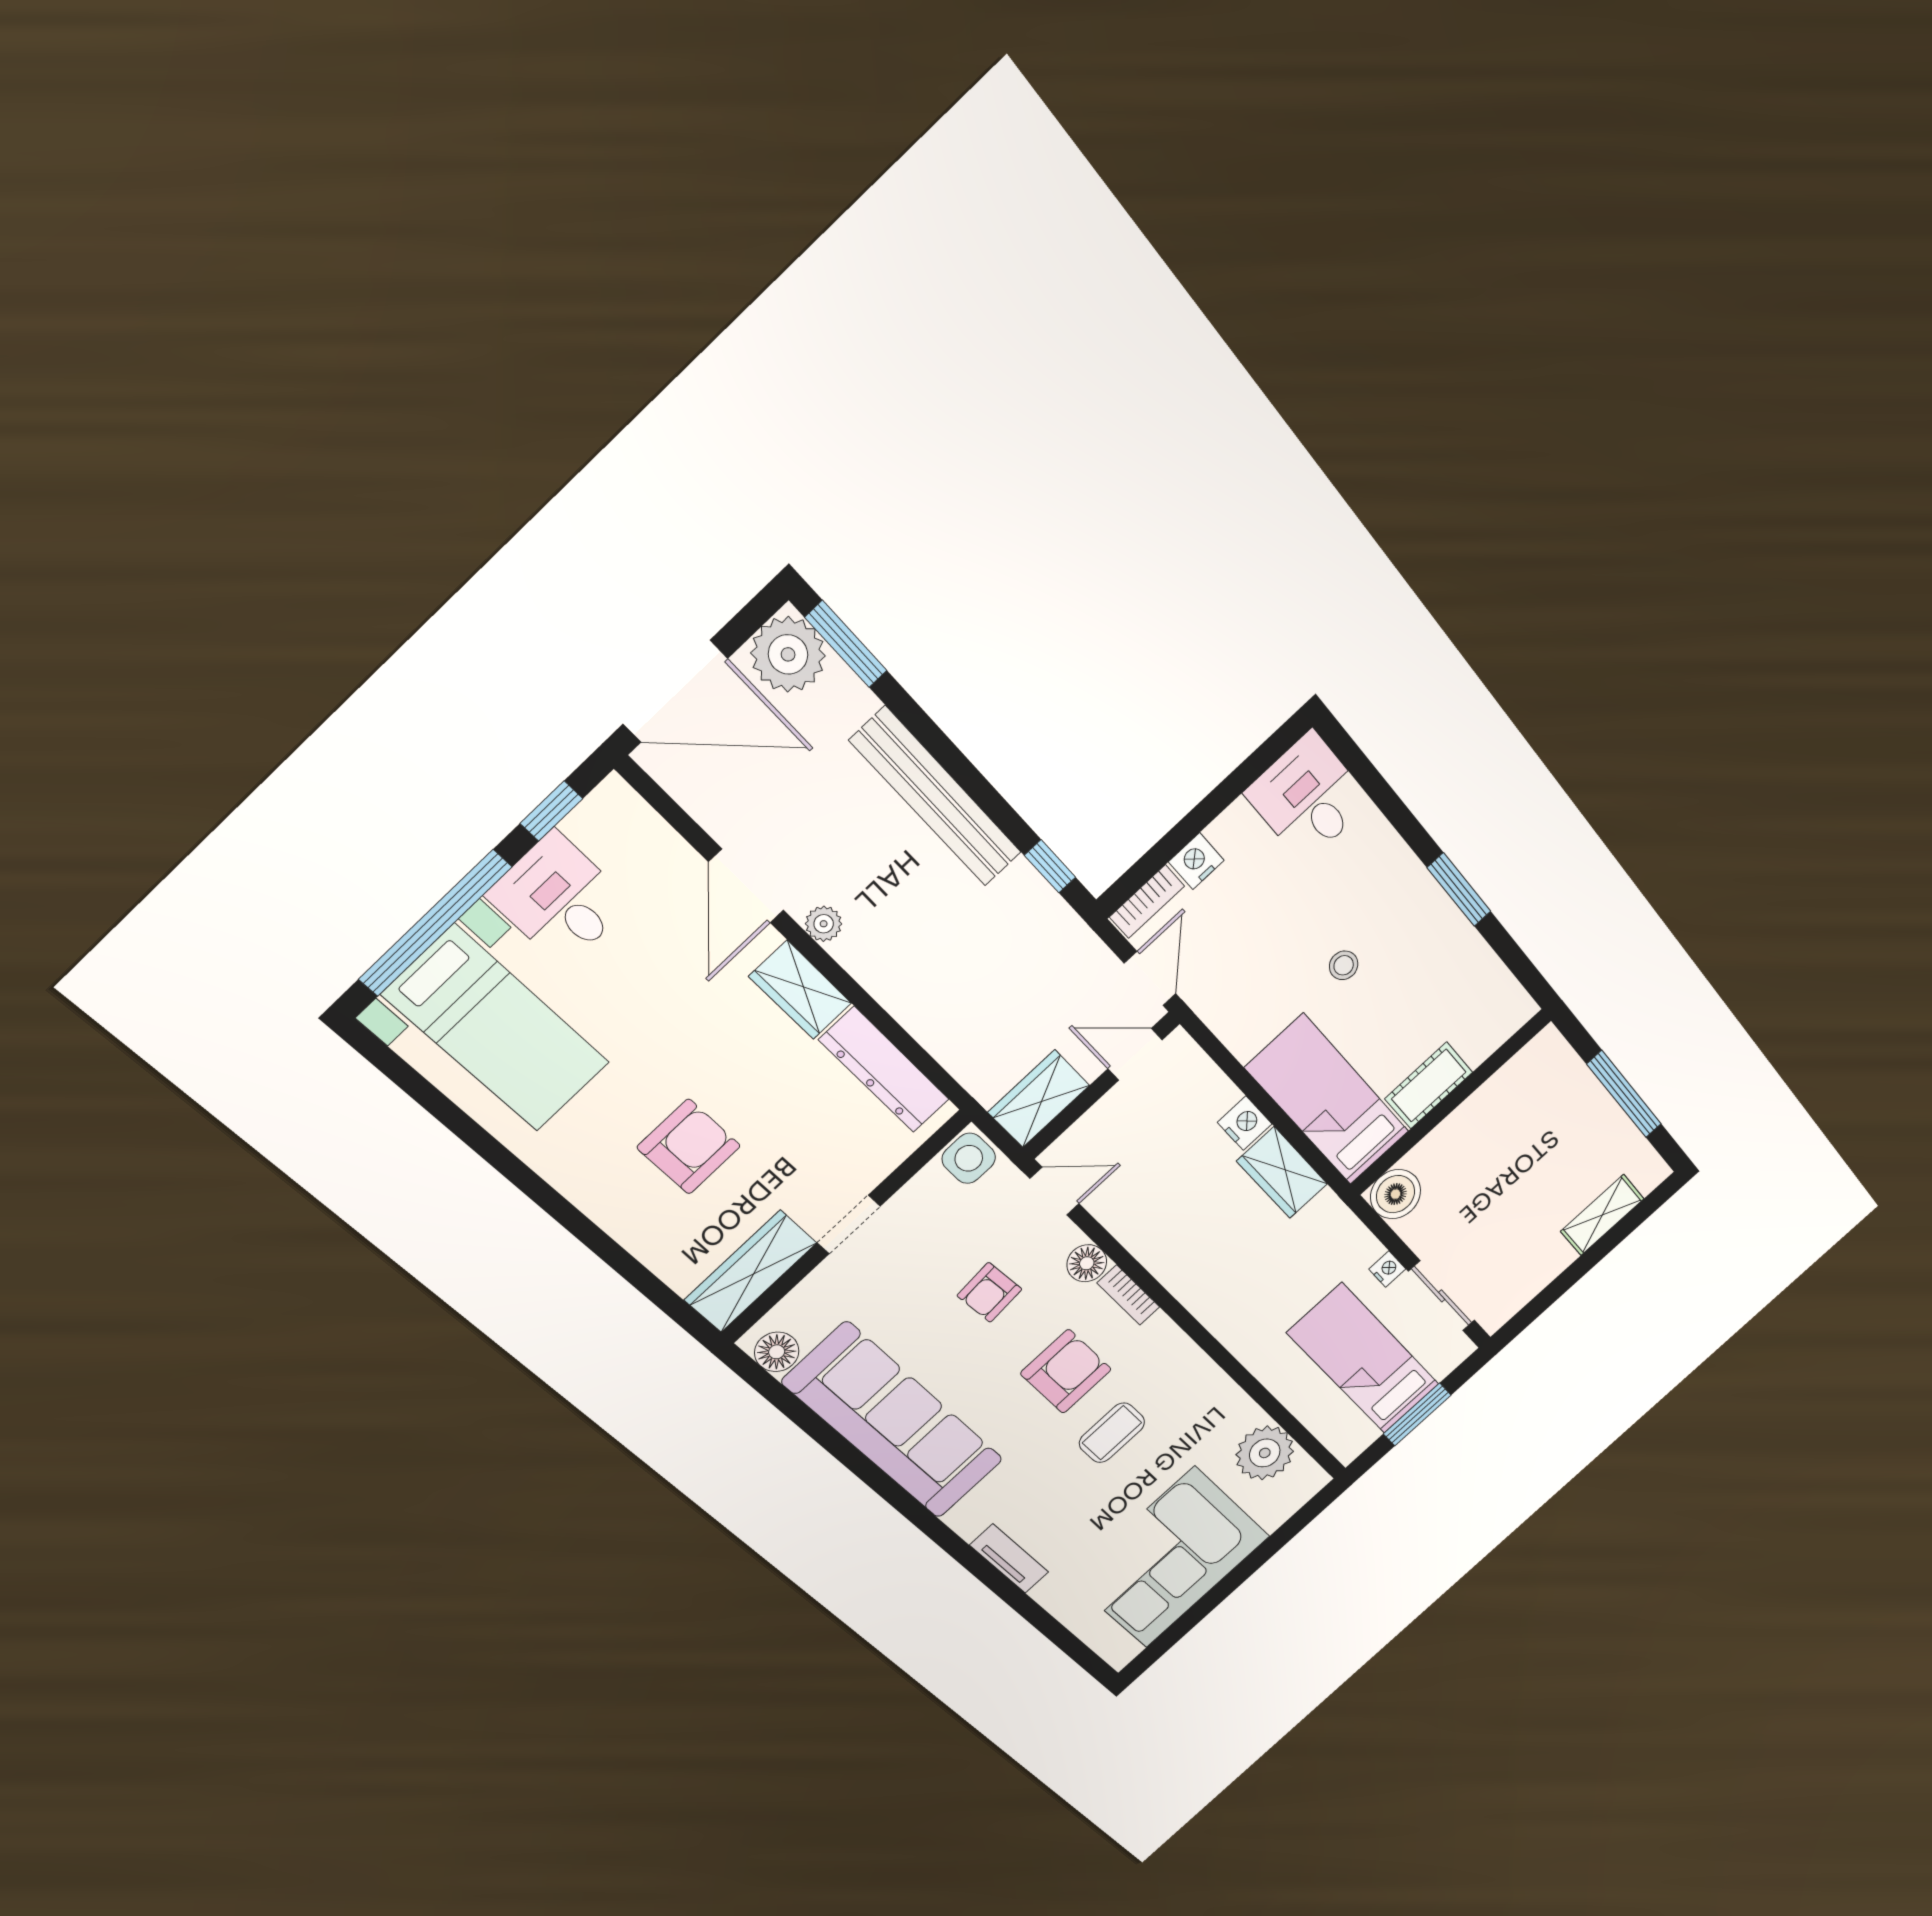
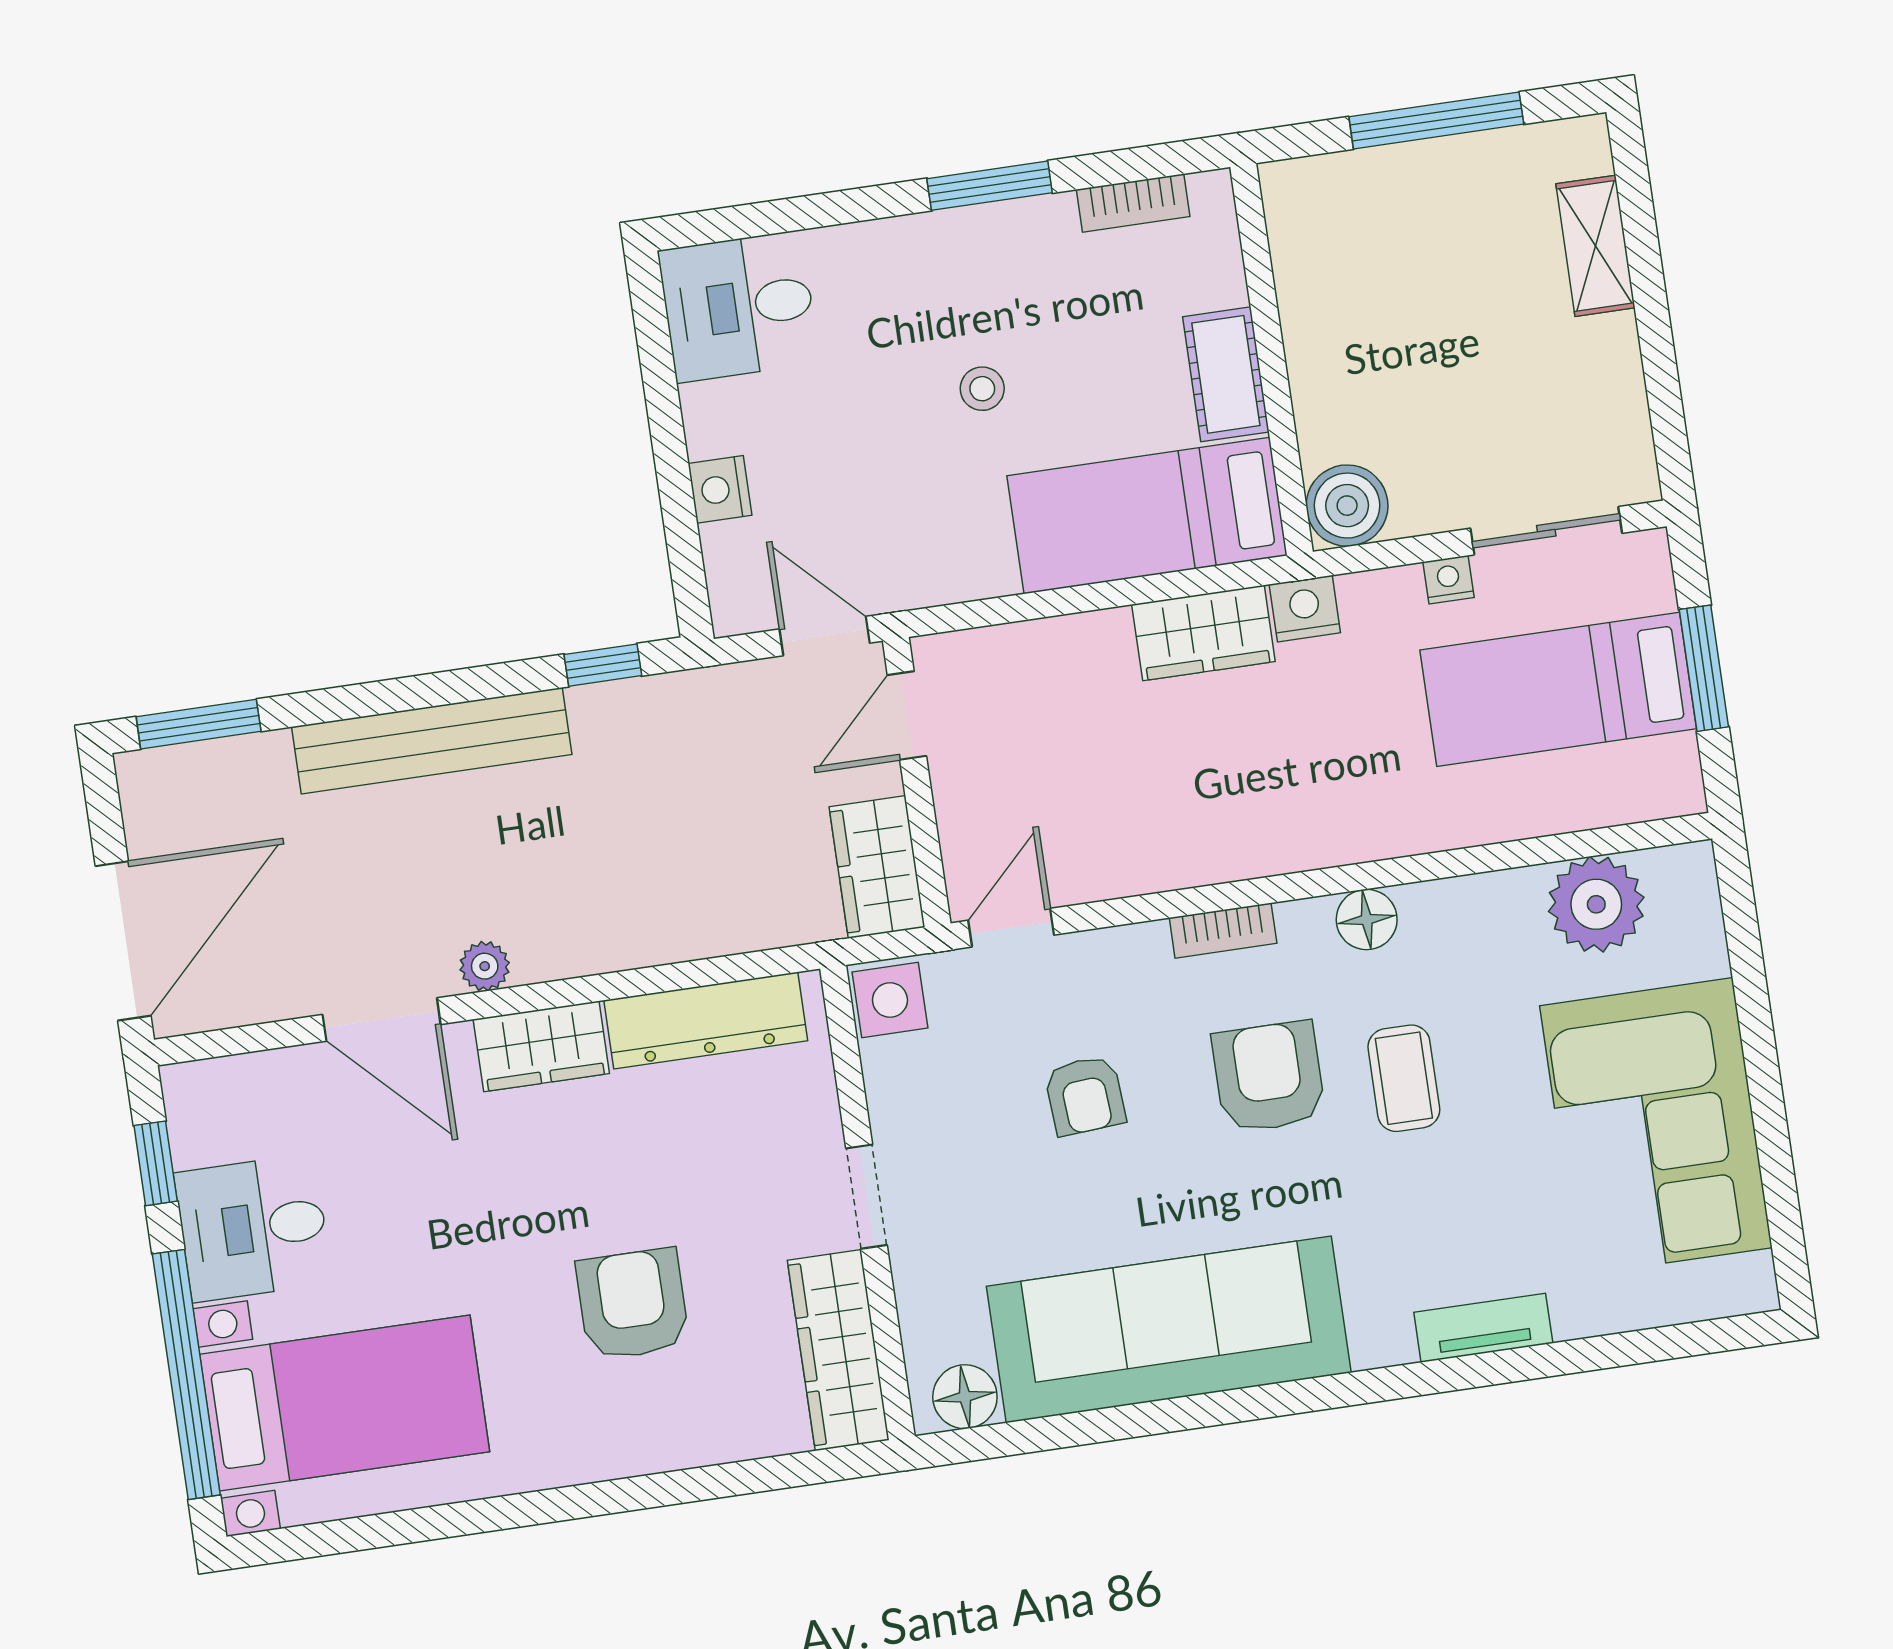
plant: (788, 654) -> (167, 794), removed
bookcase: (1147, 902) -> (1133, 203), moved, turned 90
nightstand: (1245, 1123) -> (1305, 609), moved
floor lamp: (1087, 1263) -> (1367, 919), moved

